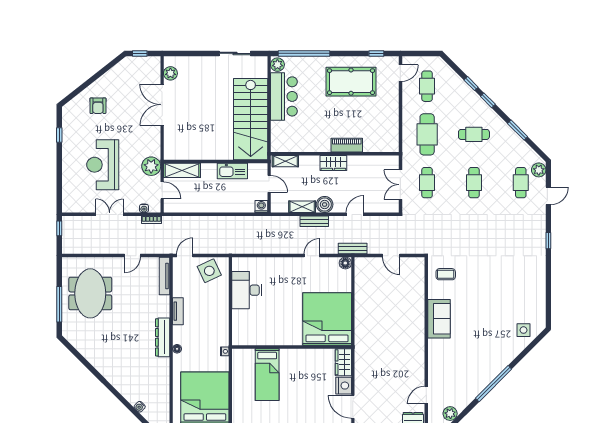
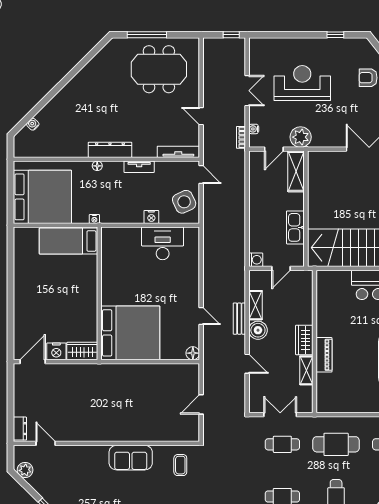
shelving: (285, 161) -> (306, 370), moved
bench: (353, 249) -> (209, 361), removed
nightstand: (223, 300) -> (151, 217), added
bed: (267, 375) -> (68, 241), moved

